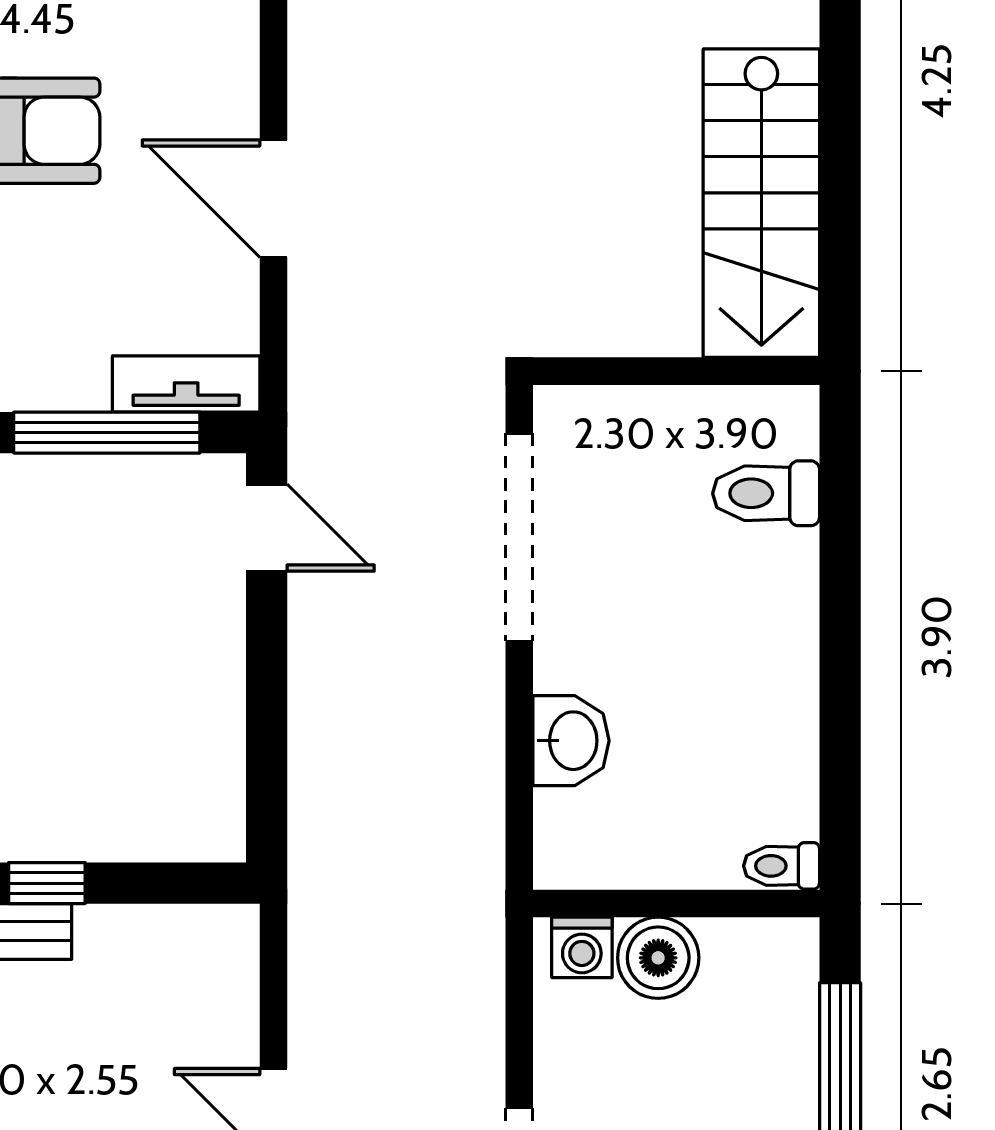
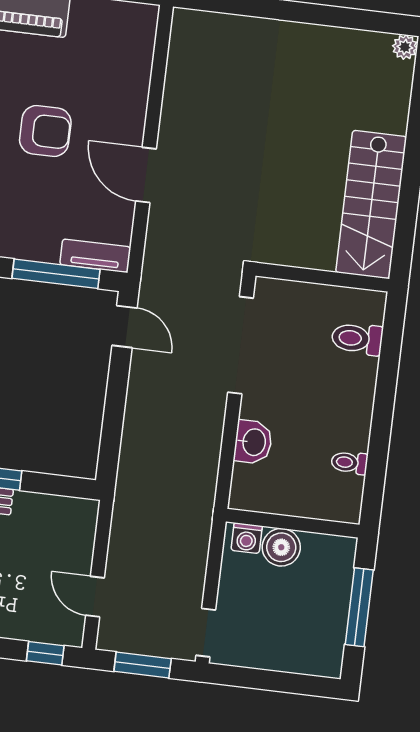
toilet: (782, 866) -> (349, 463), moved

